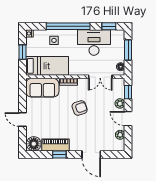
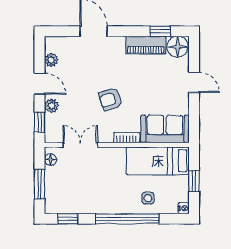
desk: (94, 43) -> (89, 195), removed
window: (59, 154) -> (160, 31), moved

